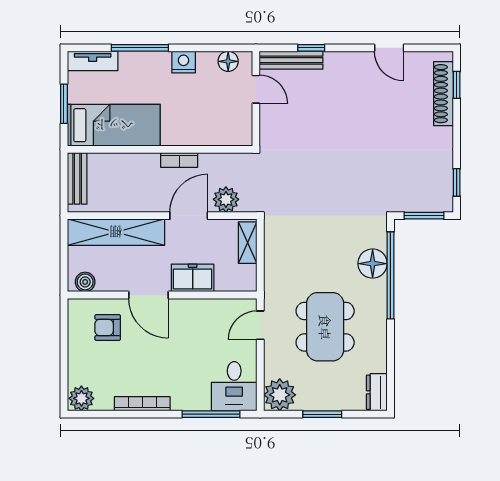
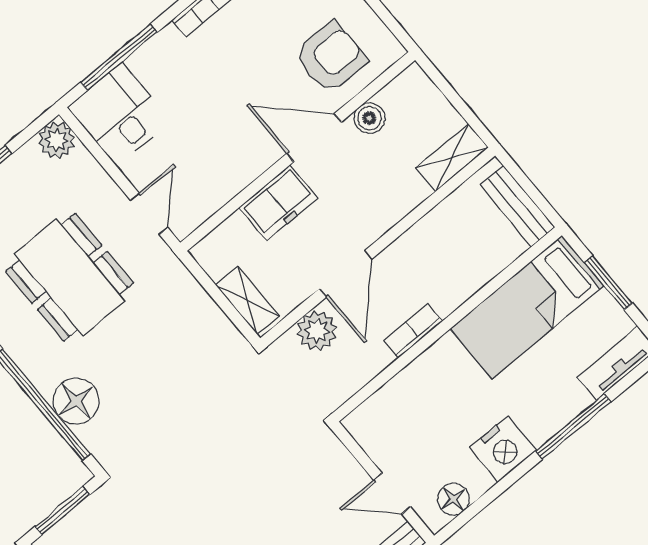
nightstand: (184, 62) -> (503, 449), width x1.36, depth x1.33
shelving: (116, 232) -> (452, 158), width x0.45, depth x0.75
boiler: (85, 282) -> (369, 118), moved
armchair: (108, 327) -> (331, 57), width x1.38, depth x1.38
plant: (280, 395) -> (57, 140), width x0.73, depth x0.73

